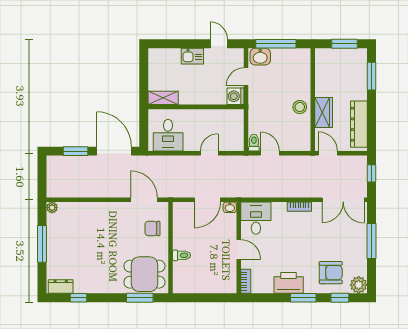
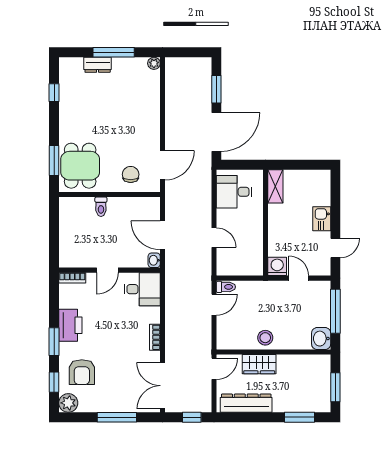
washbasin: (260, 57) -> (321, 339), moved
dresser: (61, 286) -> (98, 65), moved, turned 90

